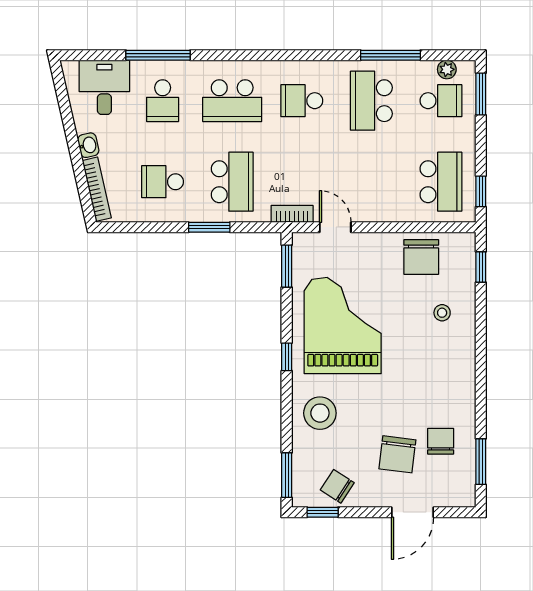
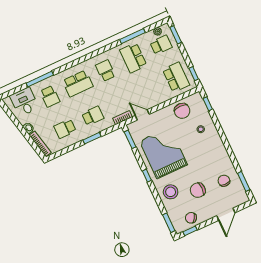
school desk: (302, 101) -> (105, 71), turned 90
school desk: (232, 182) -> (93, 116), width x0.54
chair: (397, 454) -> (198, 190), moved, turned 83

